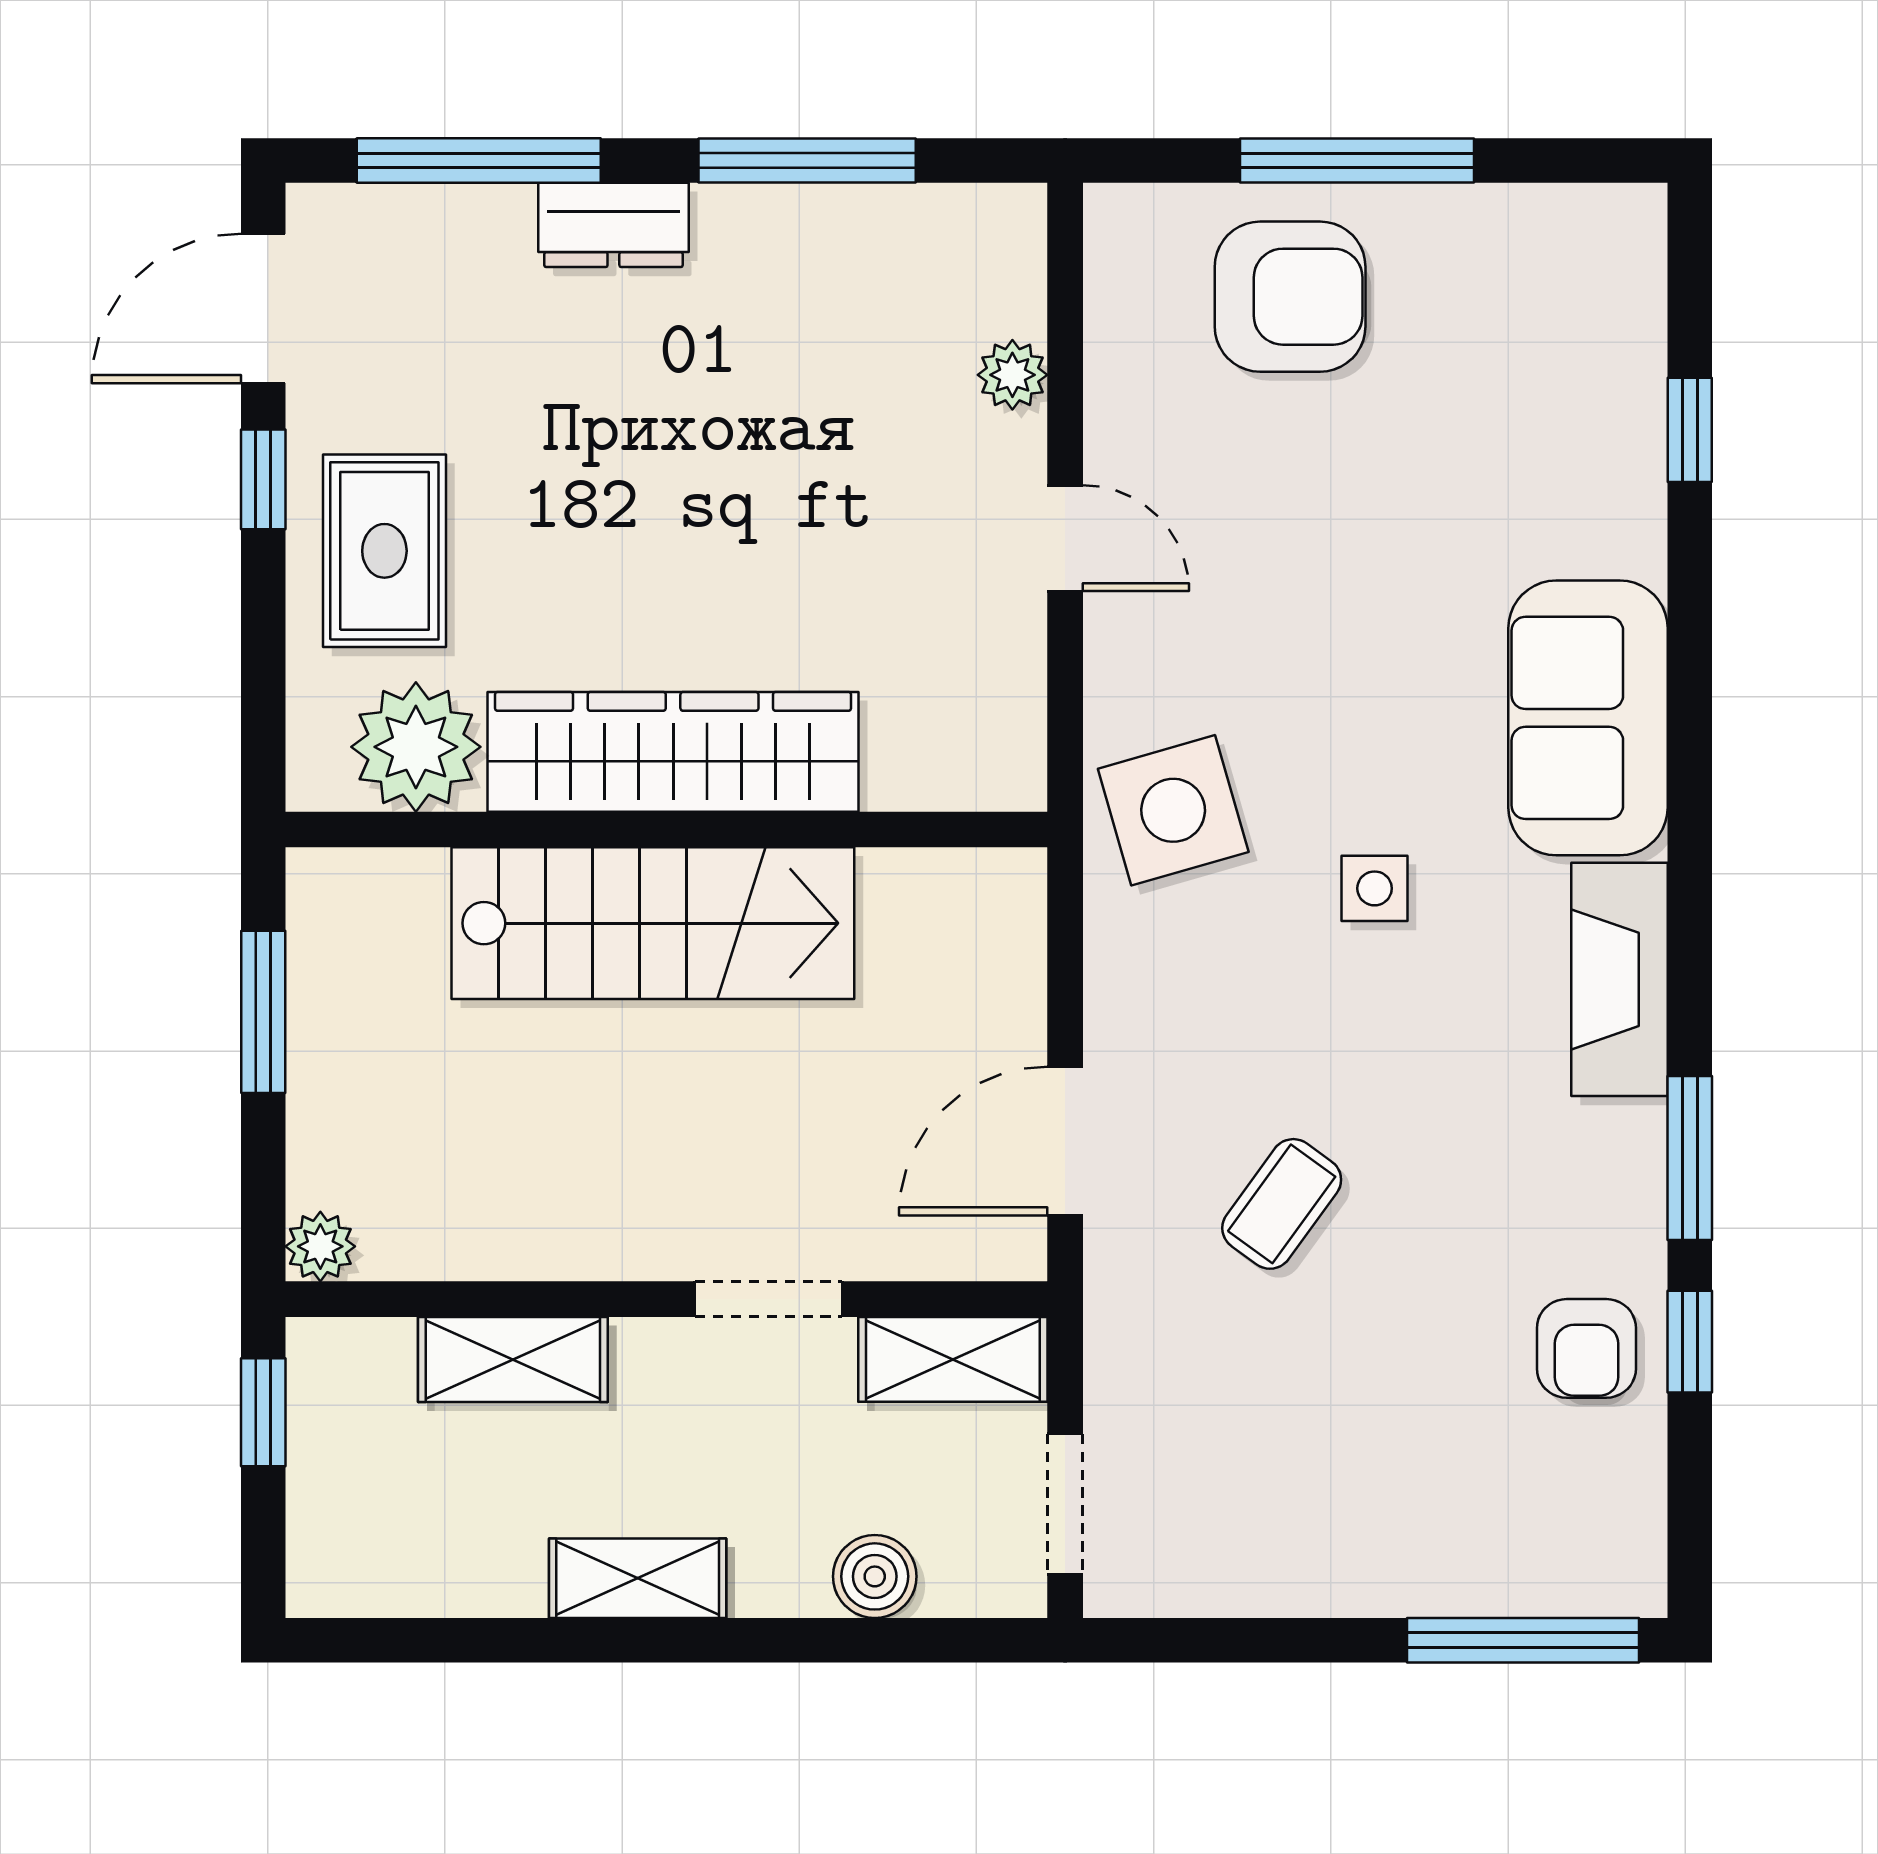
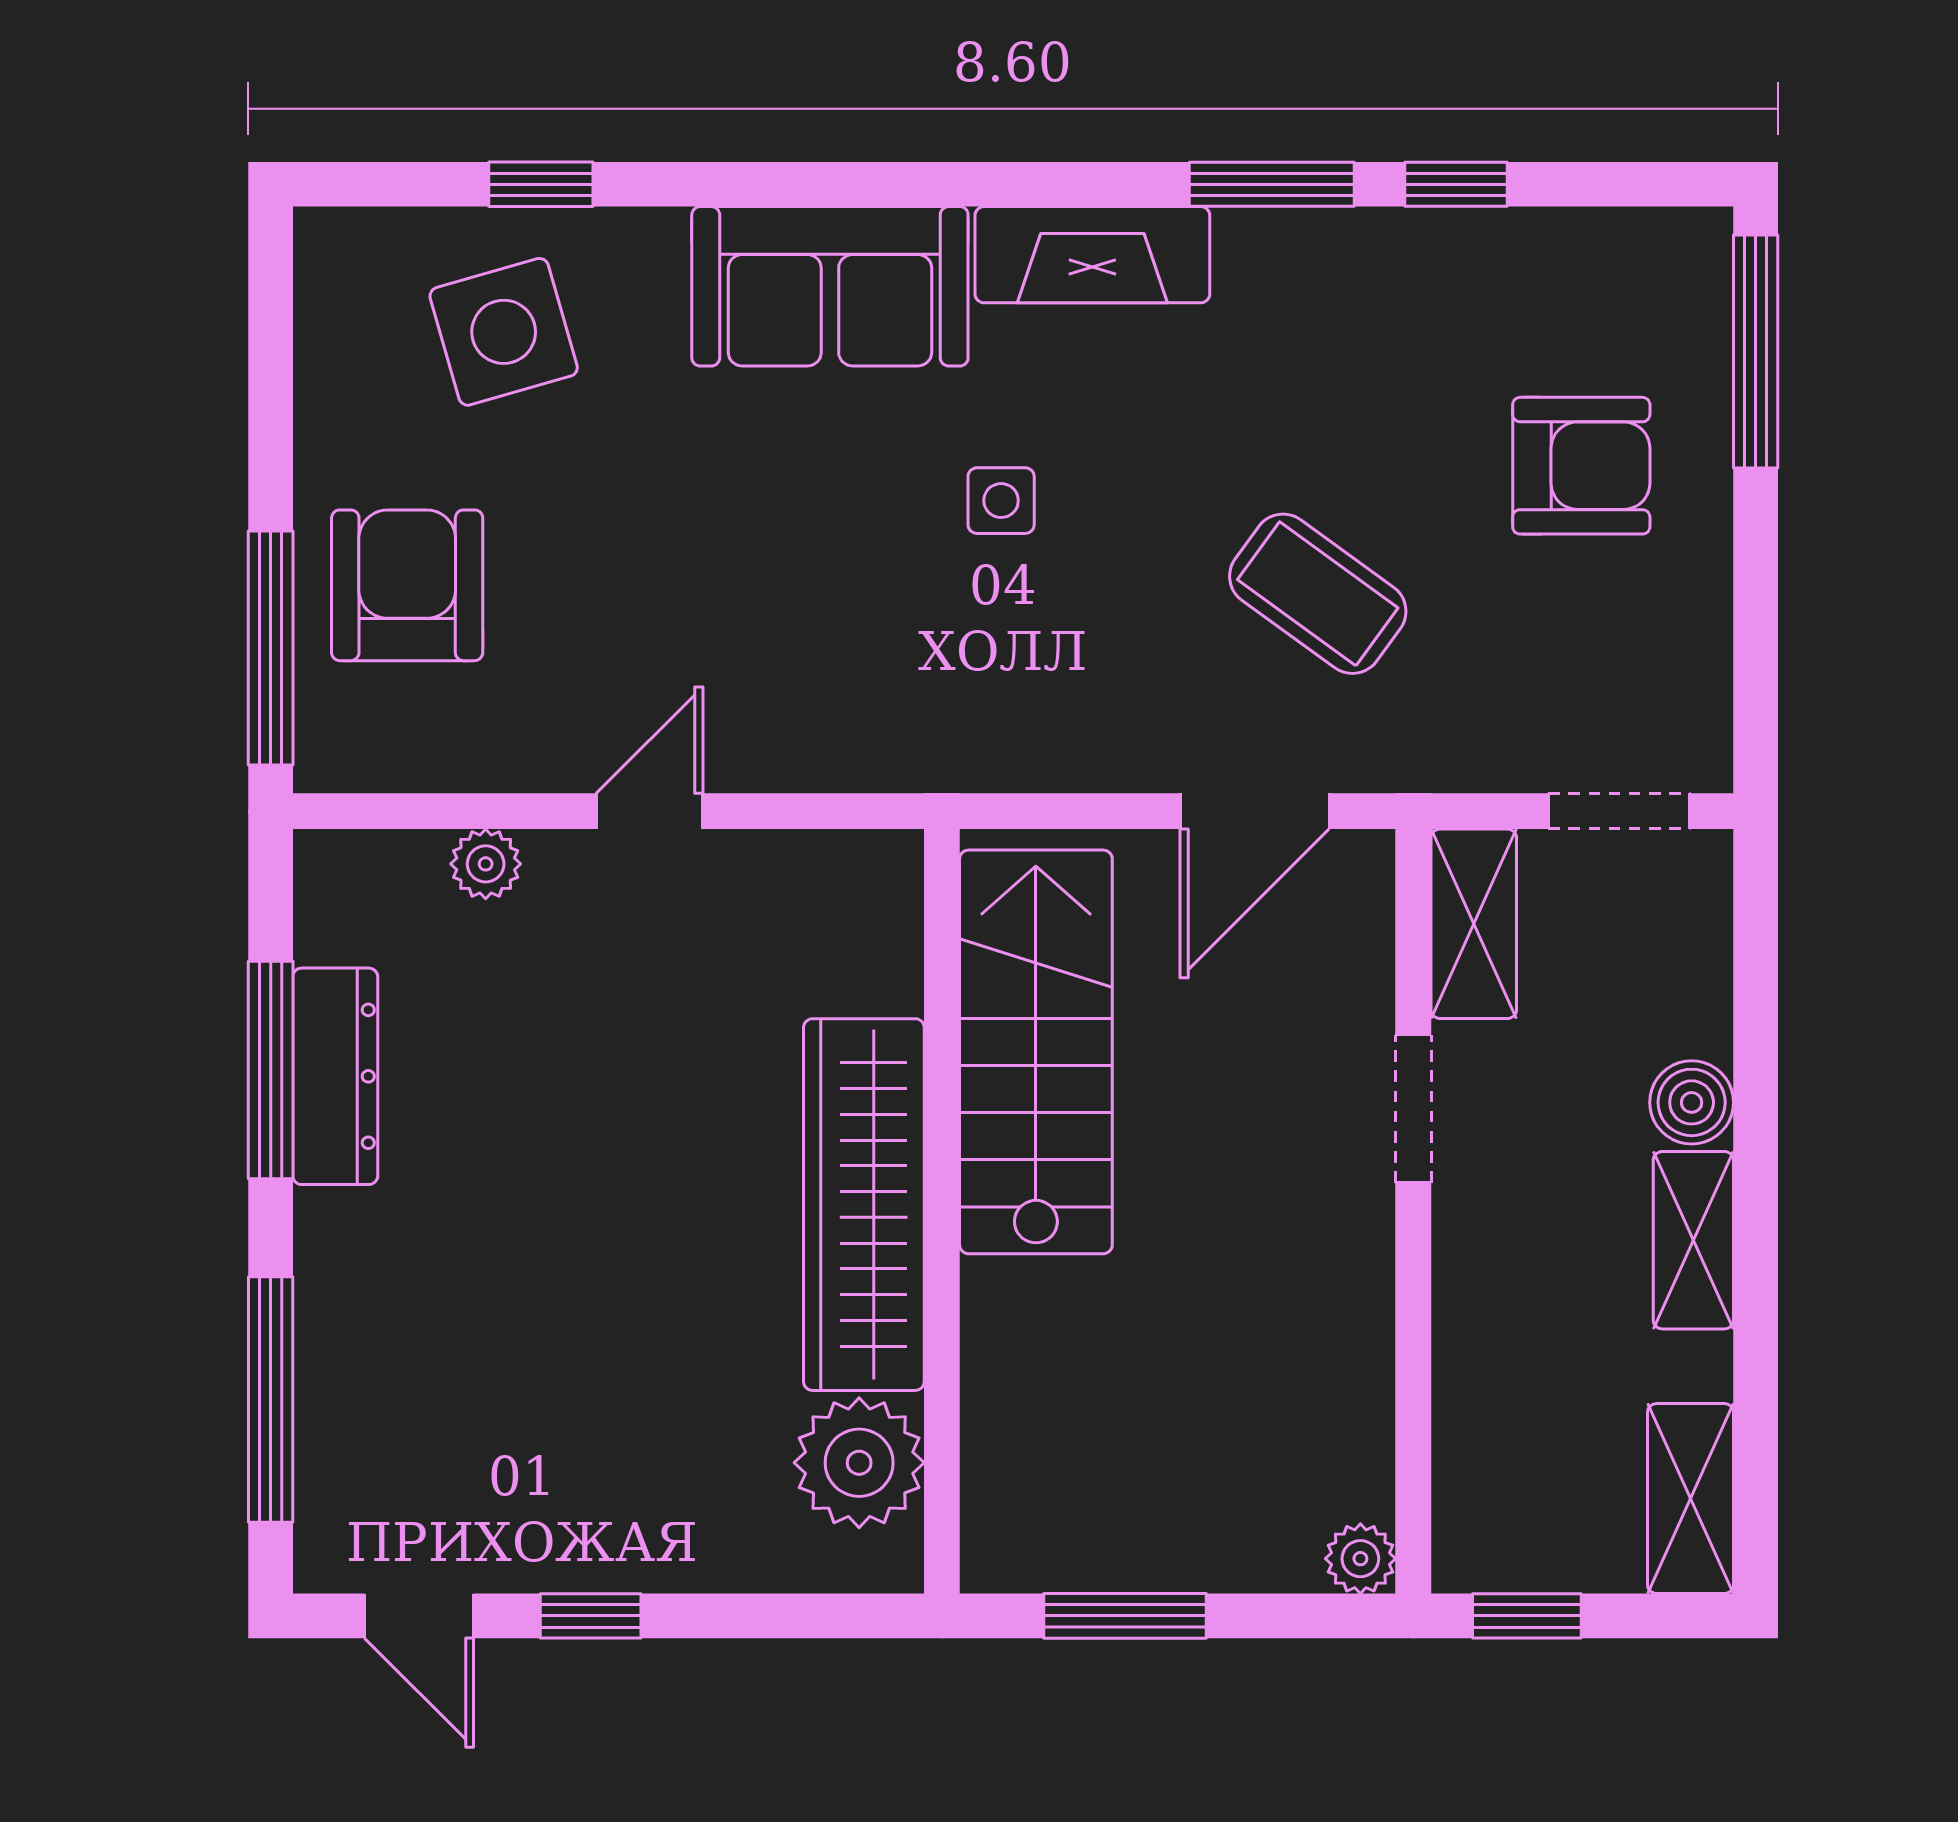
window: (1357, 161) -> (271, 648), moved
dresser: (613, 225) -> (335, 1076), moved, width x1.44
door: (263, 308) -> (419, 1616), width x0.73
rug: (384, 551) -> (662, 1494), removed
side table: (1173, 810) -> (504, 332), moved
stairs: (653, 923) -> (1036, 1052), moved
door: (1065, 1141) -> (1255, 811), hinge flipped
coffee table: (1282, 1204) -> (1318, 594), width x1.36, depth x1.30
armchair: (1586, 1348) -> (1581, 466), moved, width x1.38, depth x1.38
shelving: (513, 1359) -> (1691, 1499), moved
boiler: (875, 1576) -> (1692, 1102), moved

